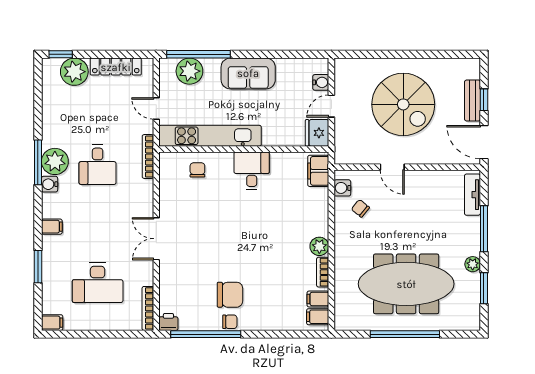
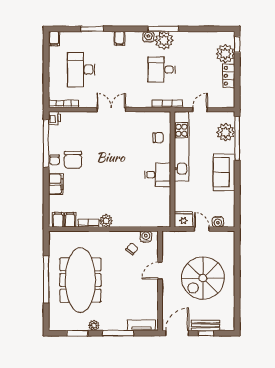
locker: (116, 67) -> (229, 76), width x0.66
filing cabinet: (318, 171) -> (56, 184), moved, turned 90

